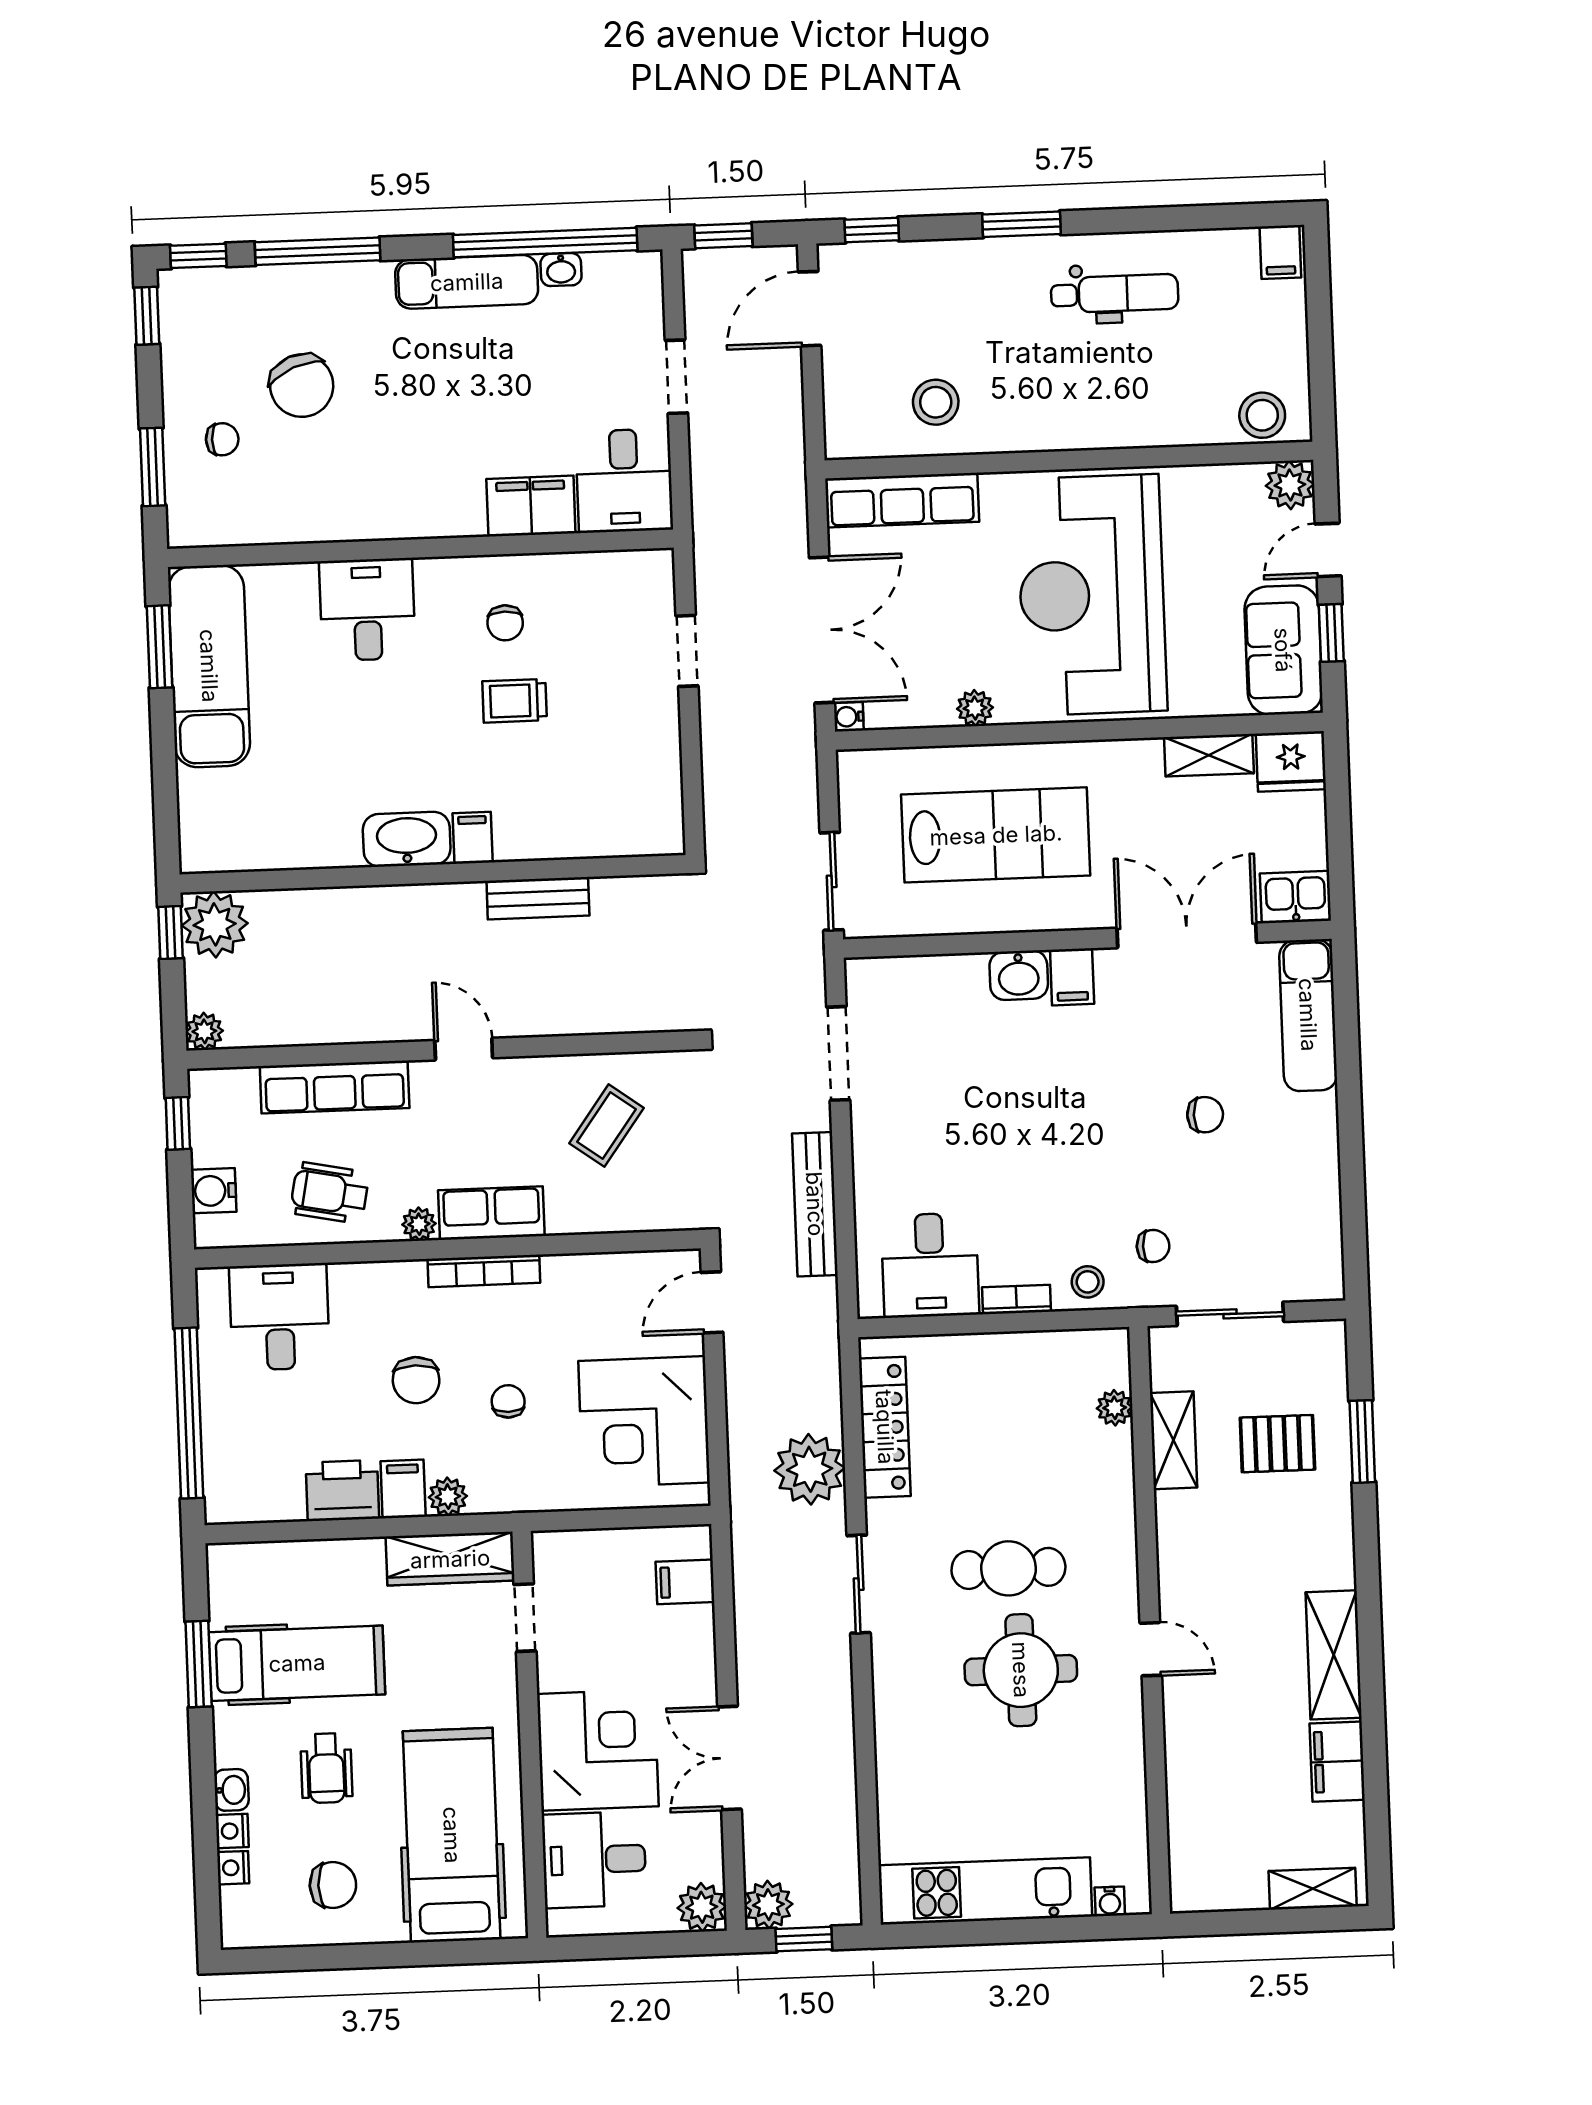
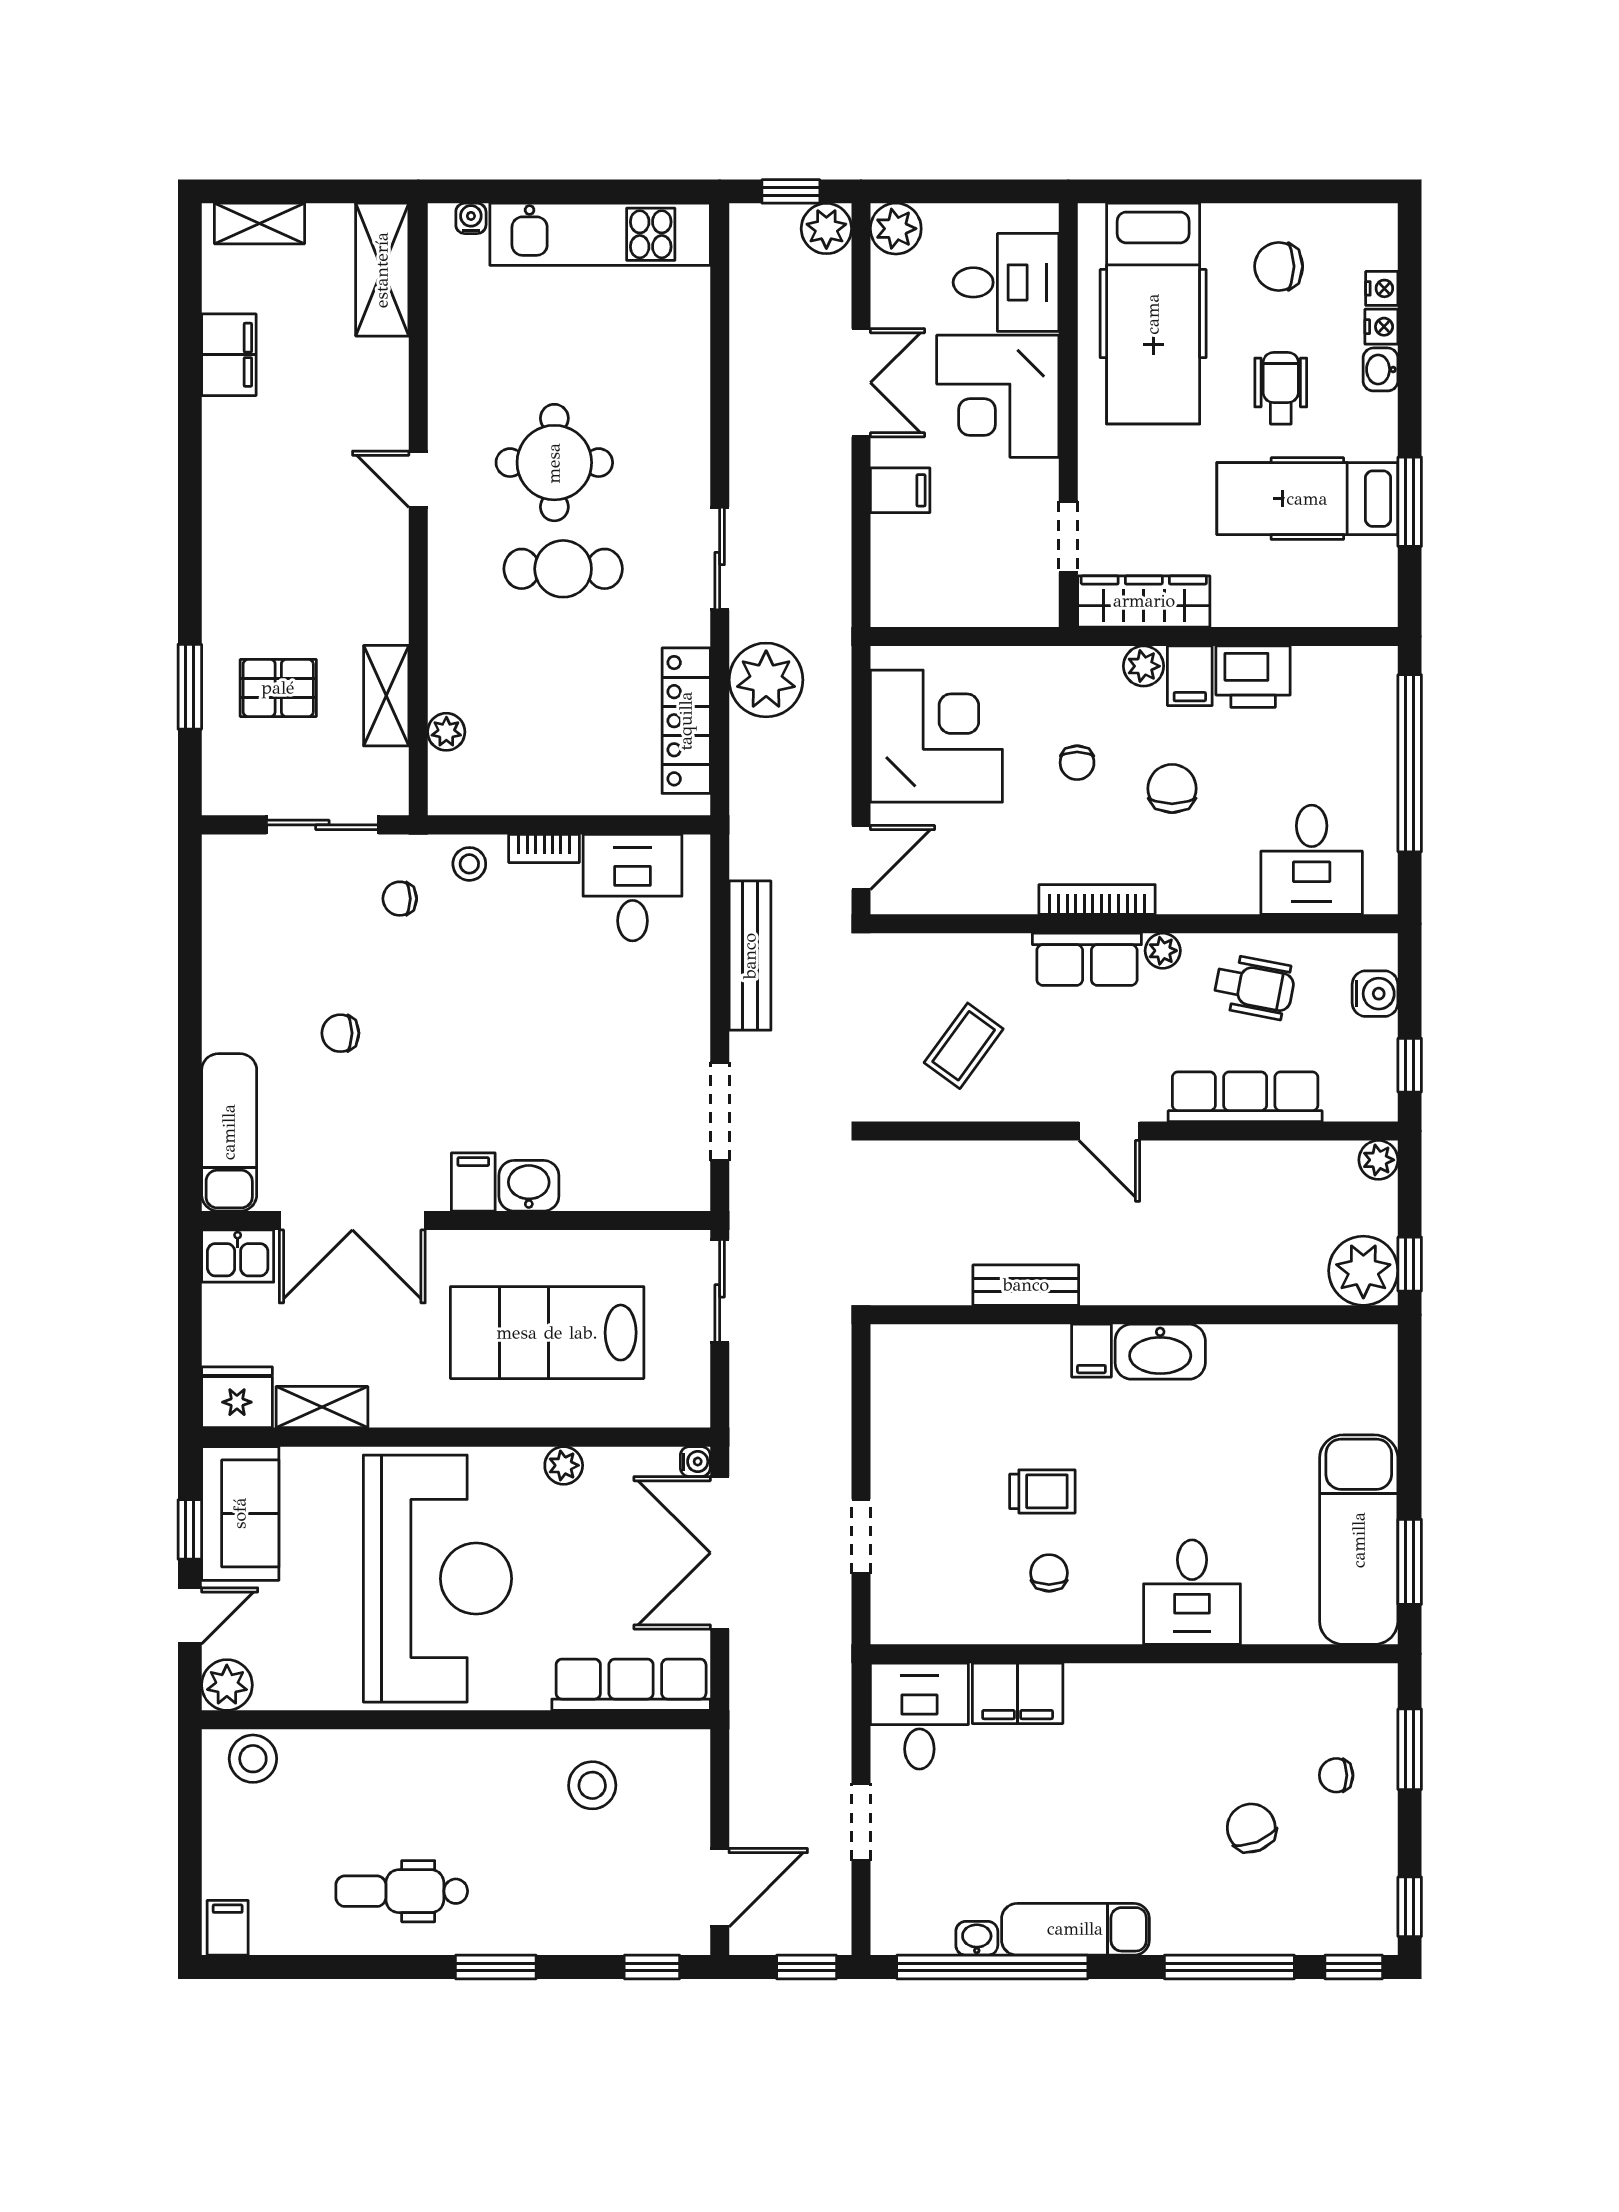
chair: (302, 386) -> (1251, 1828), width x0.73, depth x0.73
filing cabinet: (685, 1582) -> (900, 490), moved
shelving: (1334, 1655) -> (382, 270), moved

